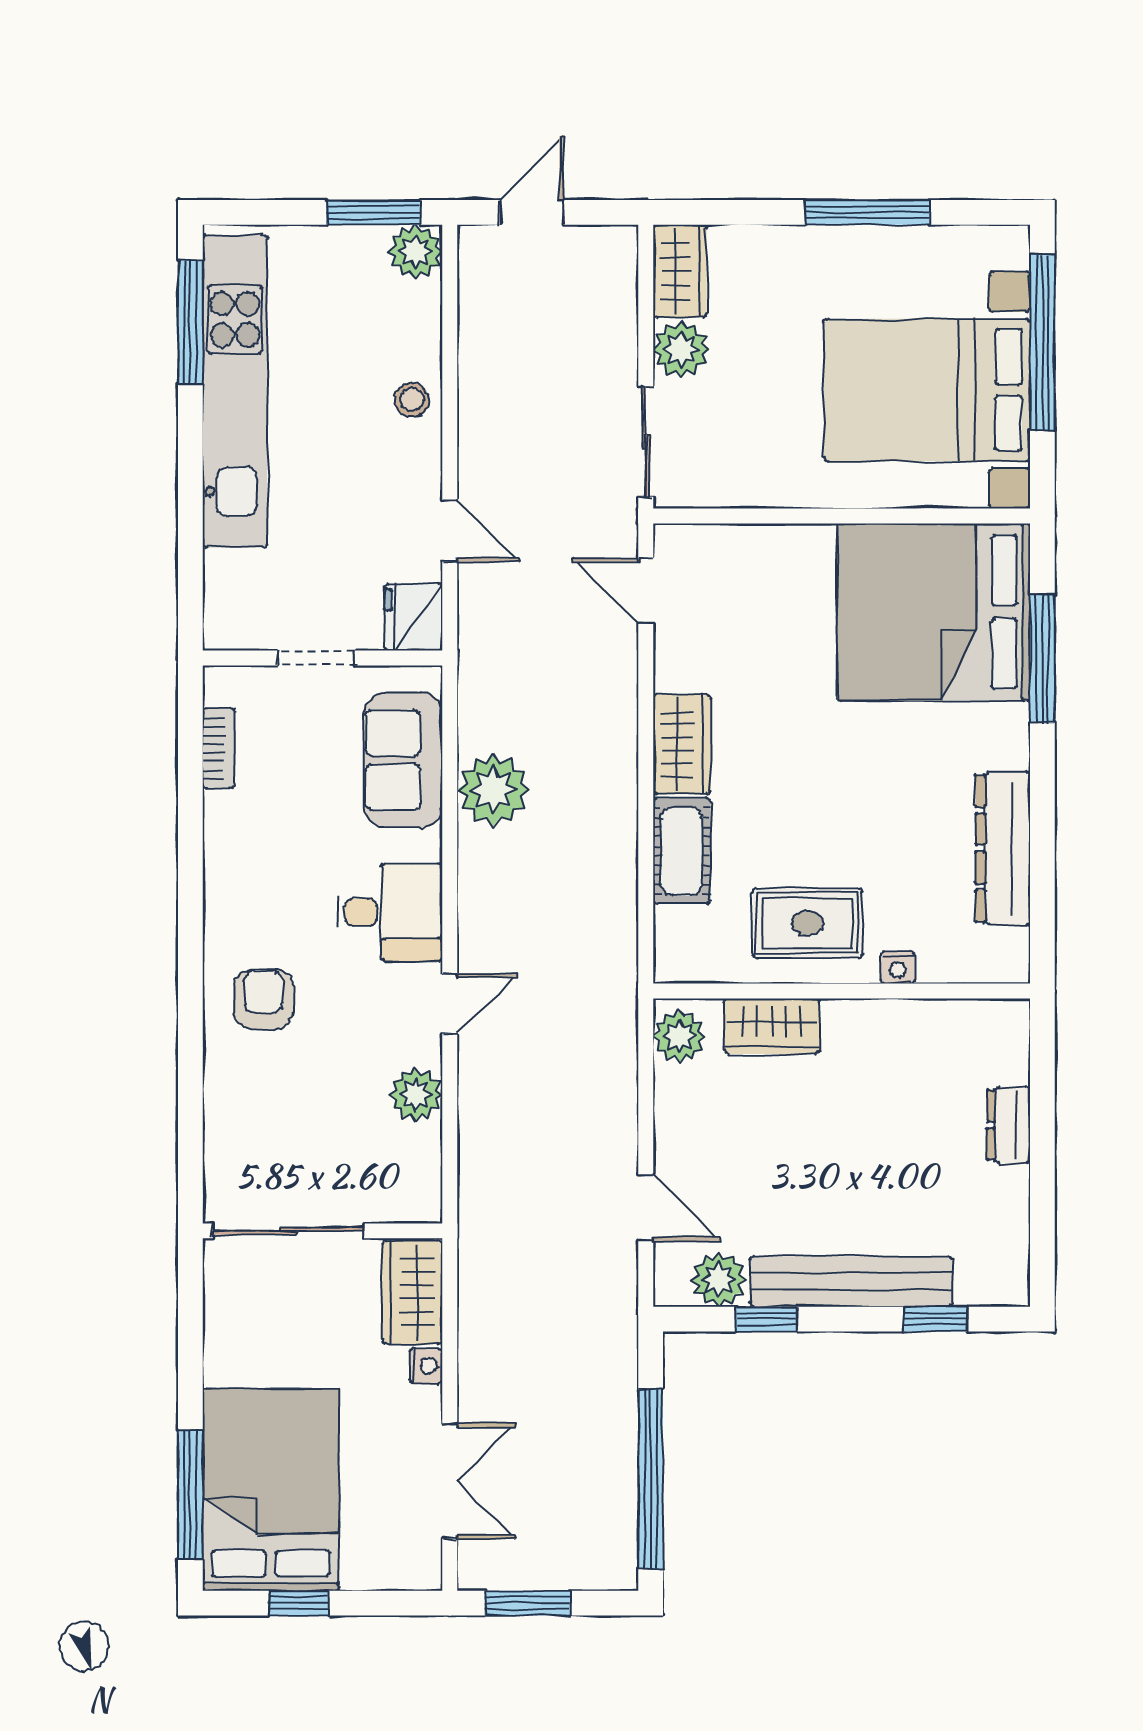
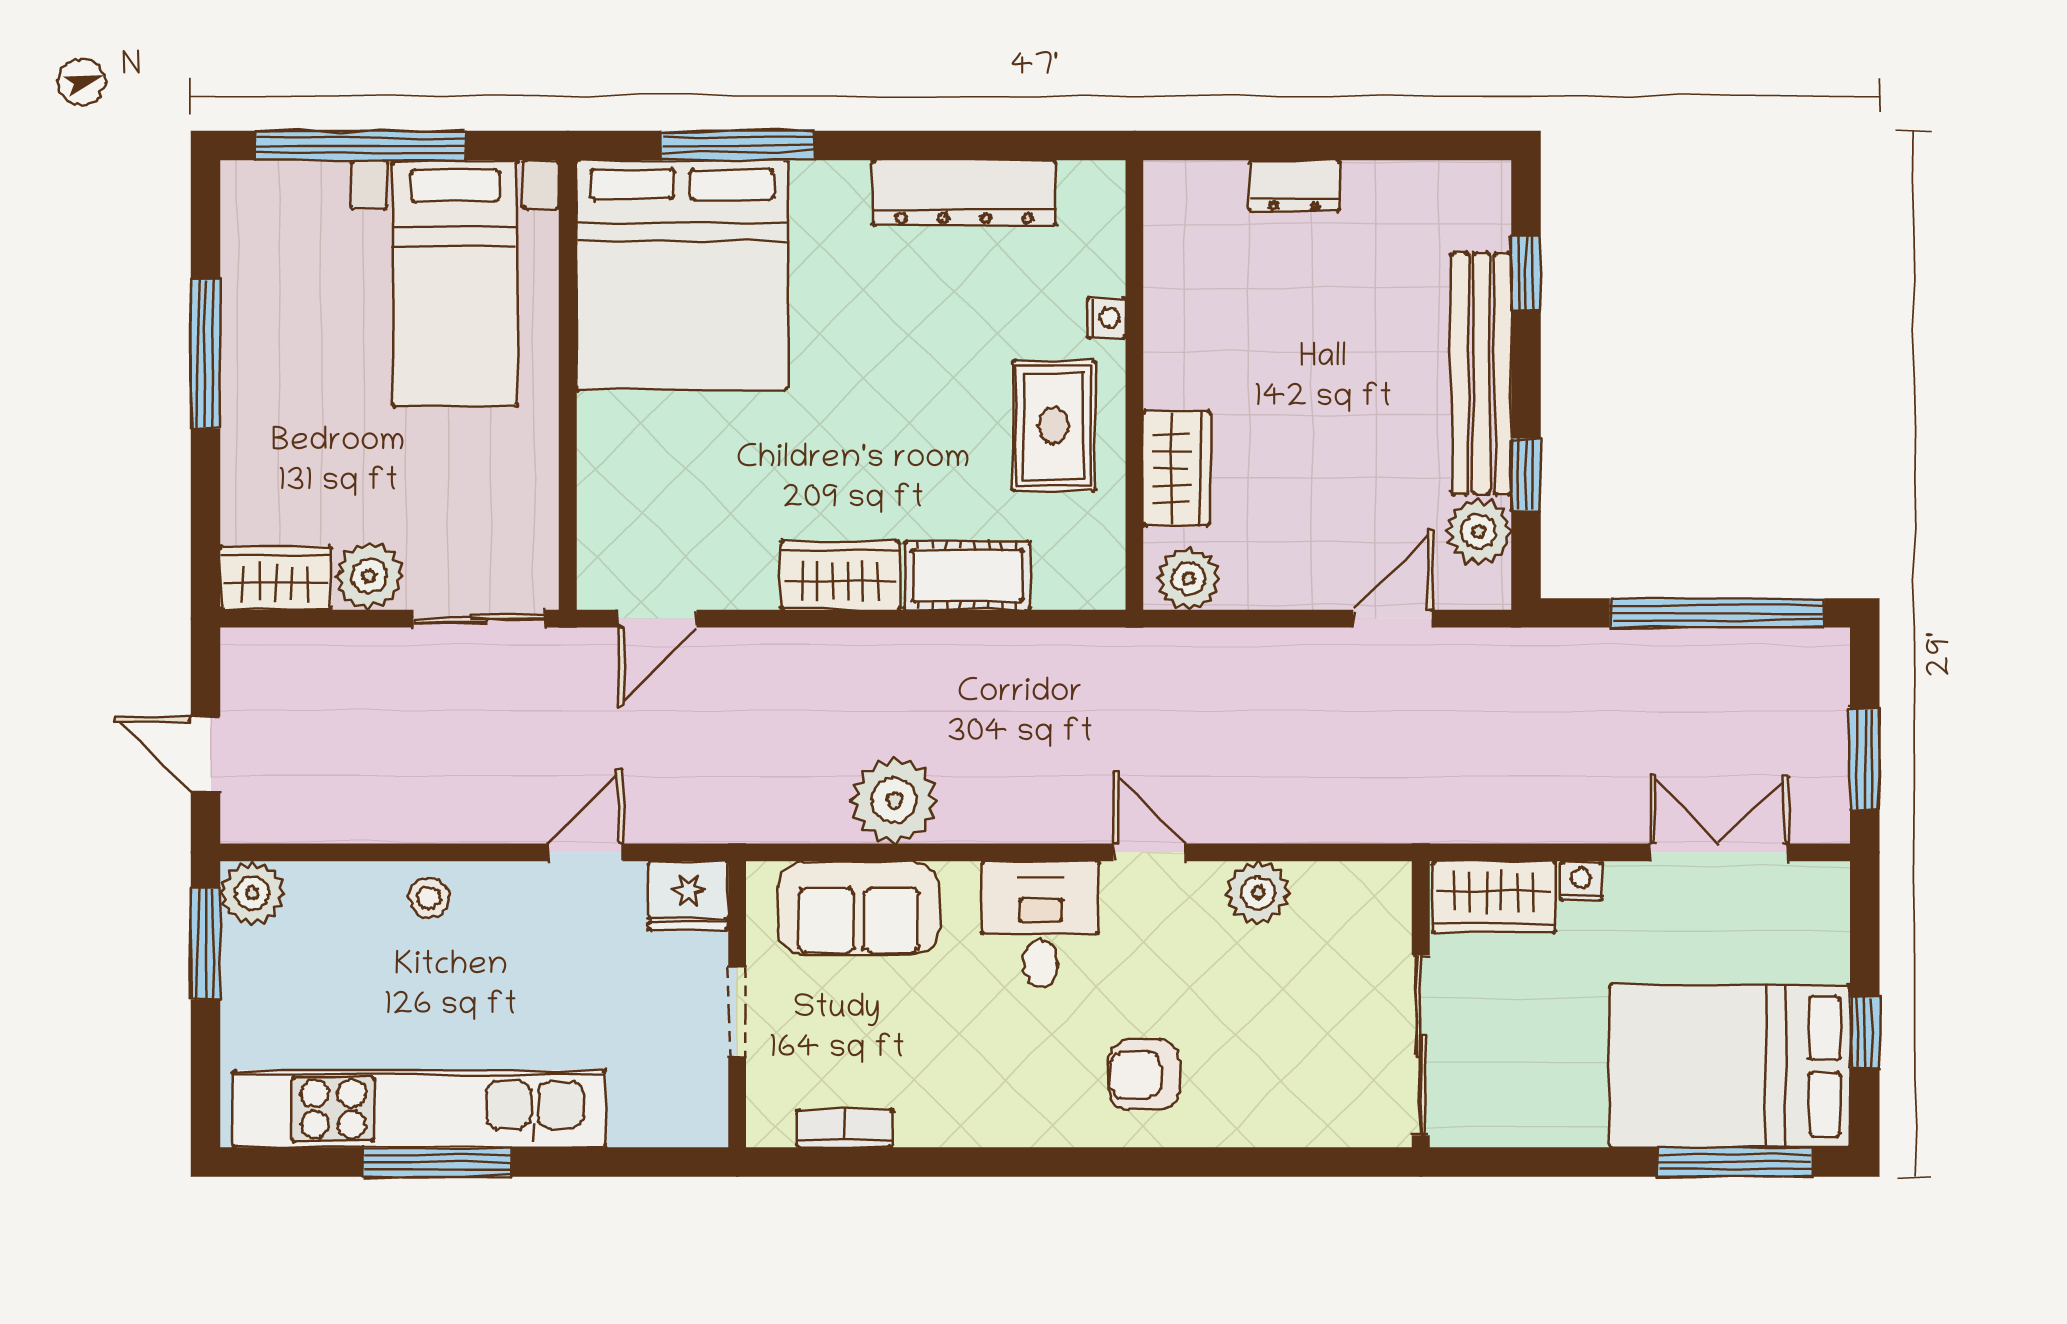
window: (190, 322) -> (437, 1162), moved
bed with nightstands: (927, 390) -> (455, 283), width x0.73

